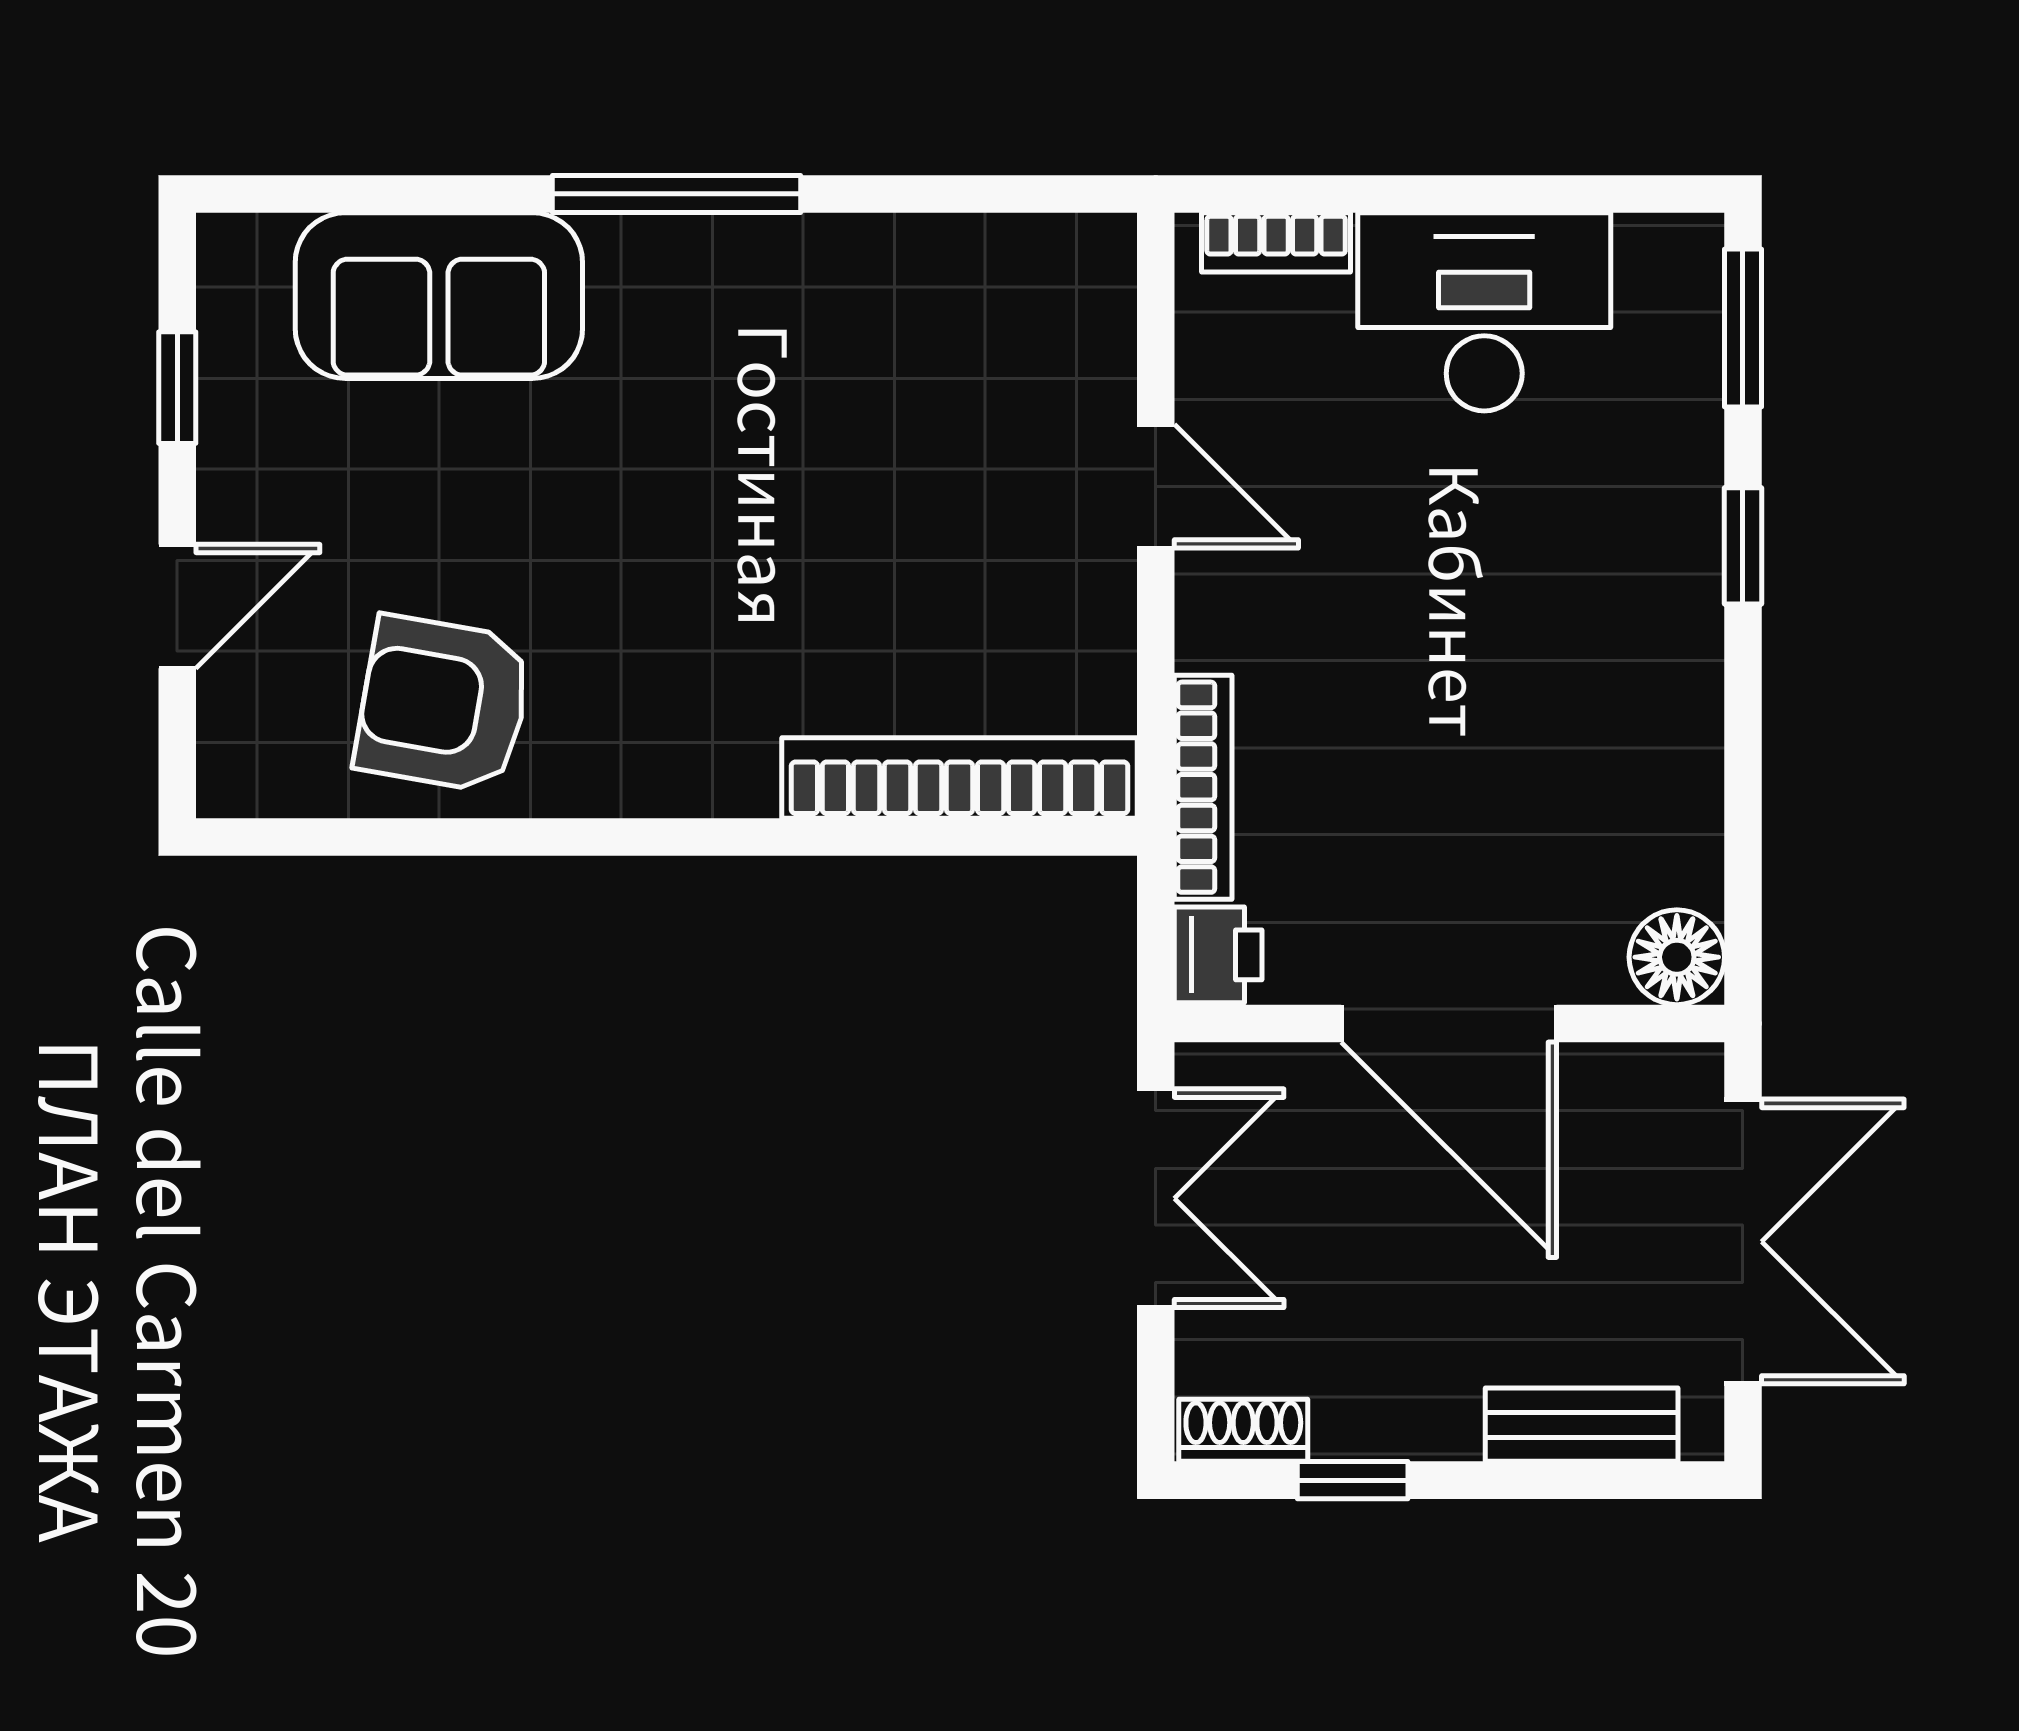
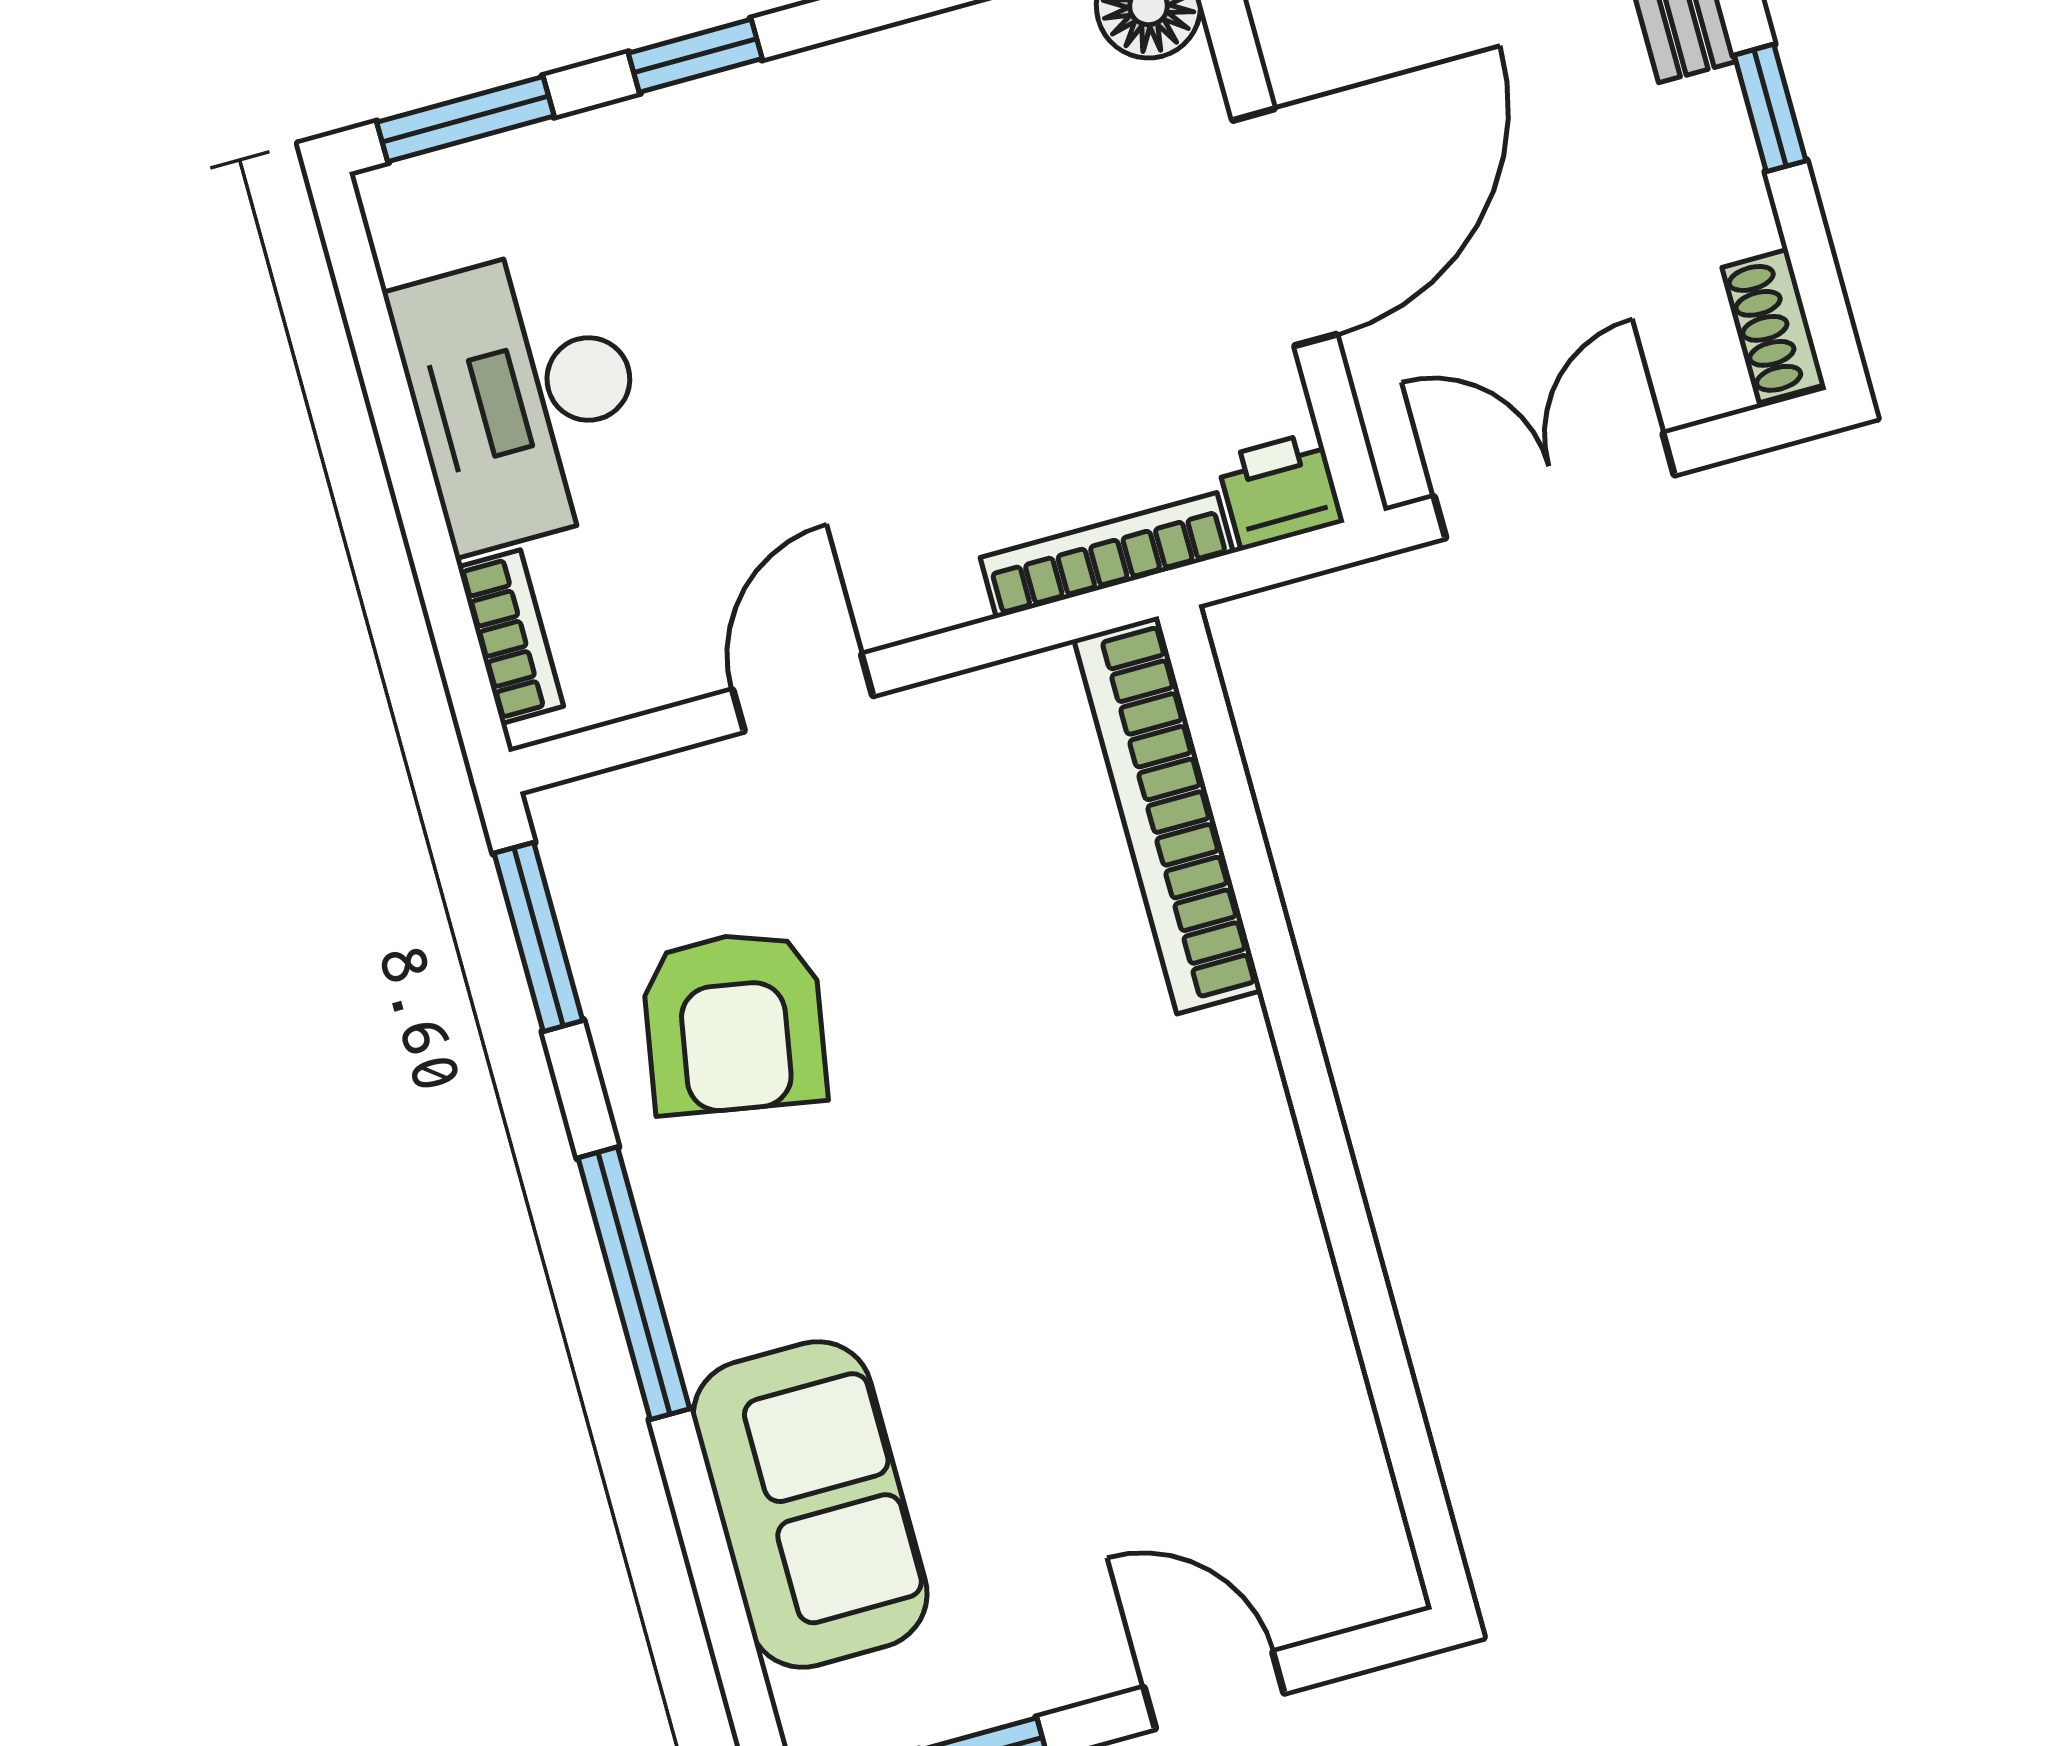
window: (1005, 194) -> (538, 937), added
armchair: (443, 704) -> (734, 1023), moved
window: (1353, 1480) -> (1770, 108), moved

